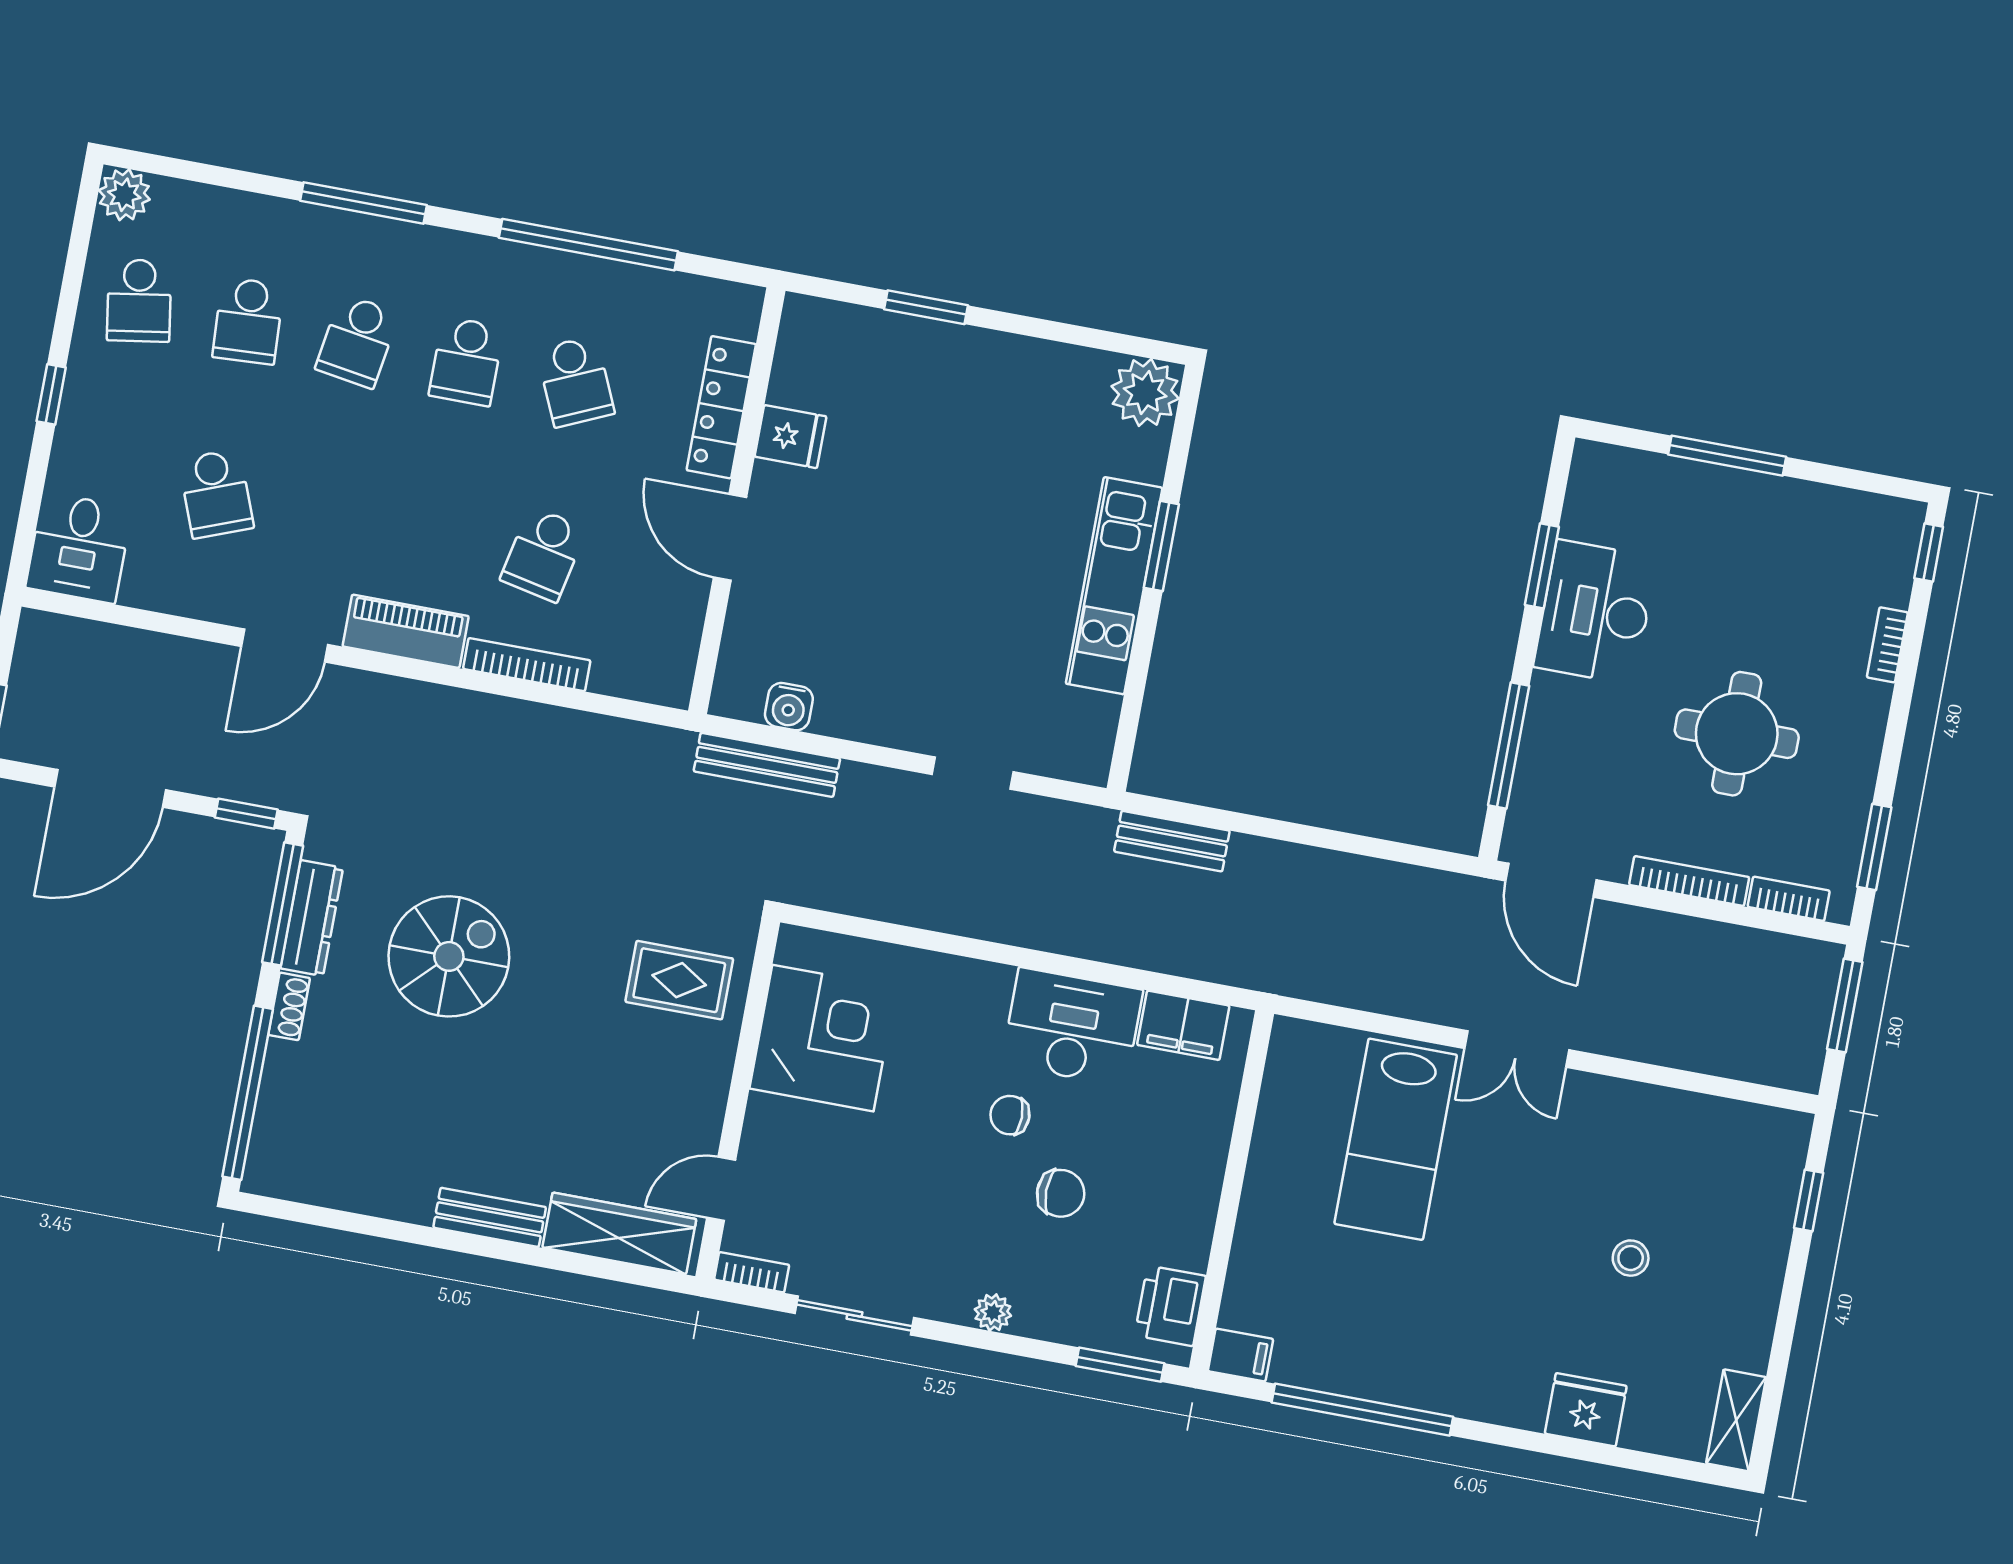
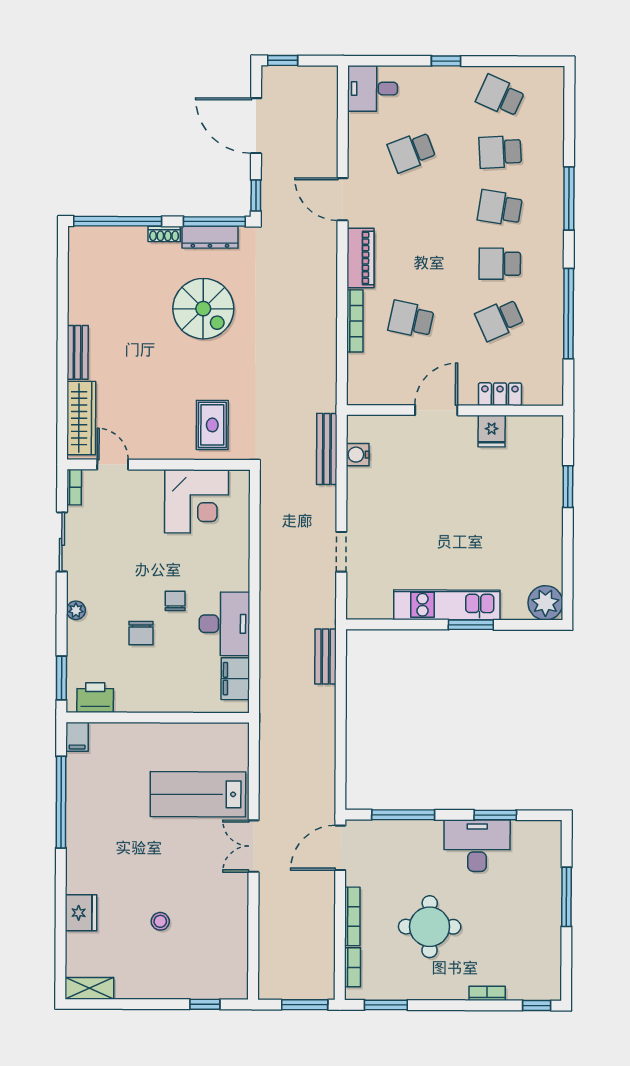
plant: (124, 195) -> (551, 79), removed
school desk: (139, 301) -> (500, 96), turned 33
locker: (721, 407) -> (500, 394), width x0.66

